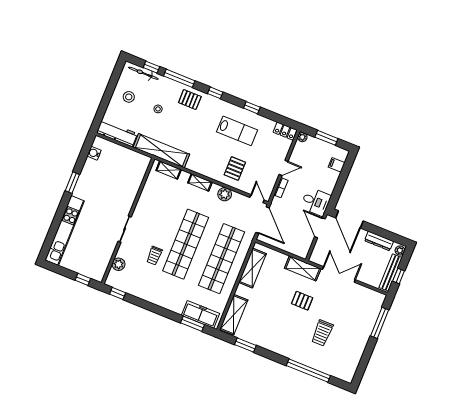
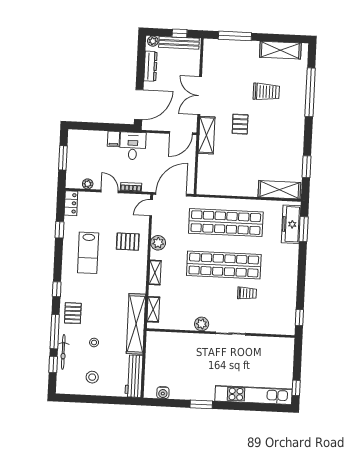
bicycle: (143, 73) -> (63, 352), moved
window: (252, 108) -> (59, 230), moved
lab bench: (237, 131) -> (88, 253), turned 180
plant: (302, 137) -> (88, 184), moved
filing cabinet: (337, 165) -> (114, 139), moved
door: (320, 228) -> (181, 133), moved
plant: (119, 264) -> (202, 324), moved
shelving: (252, 268) -> (280, 50), moved
window: (83, 279) -> (296, 388), moved

